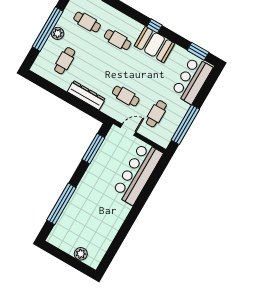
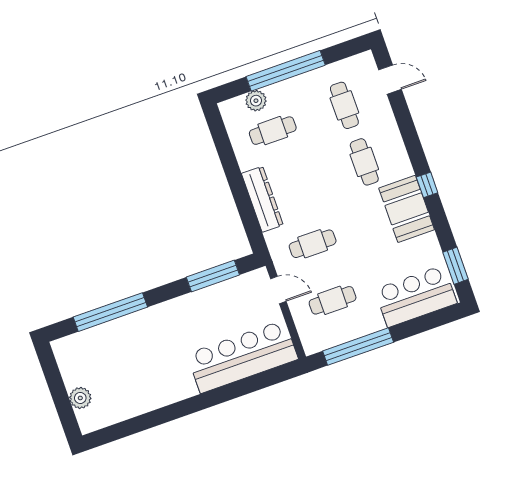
plant: (58, 33) -> (256, 101), moved
cafe table: (126, 96) -> (313, 244), turned 90

